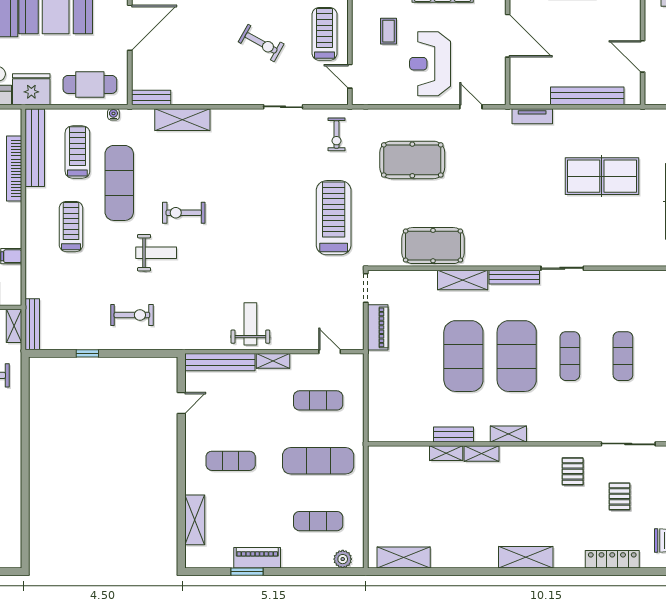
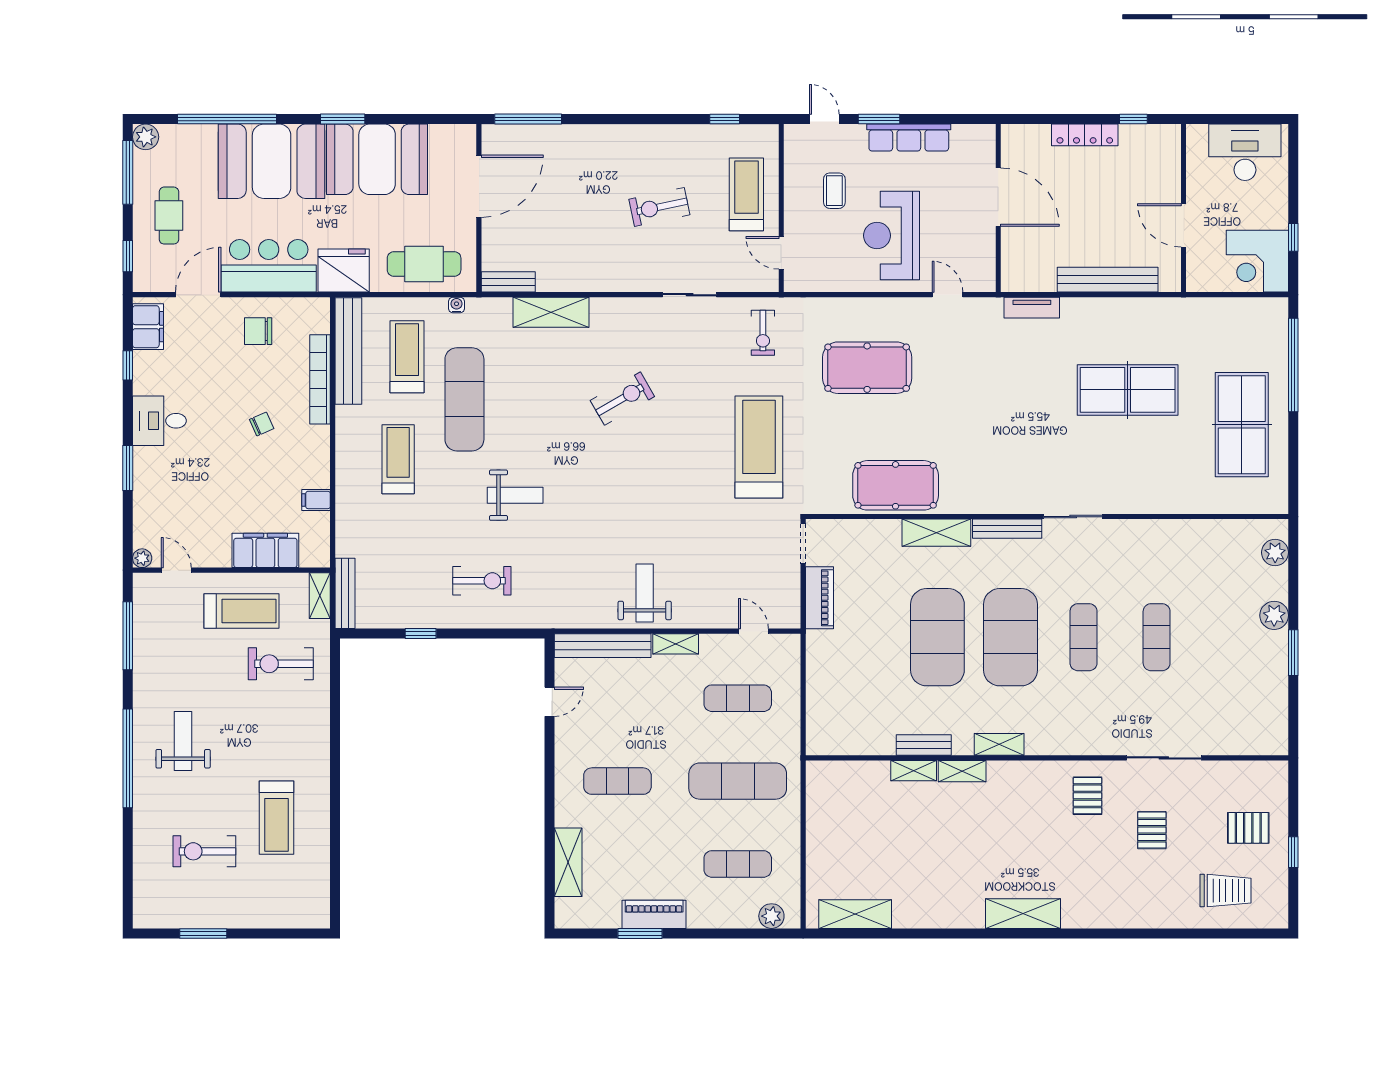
exercise bike: (261, 43) -> (659, 207), turned 139
exercise bike: (184, 213) -> (622, 399), moved, turned 150
locker: (612, 559) -> (1142, 916), removed

